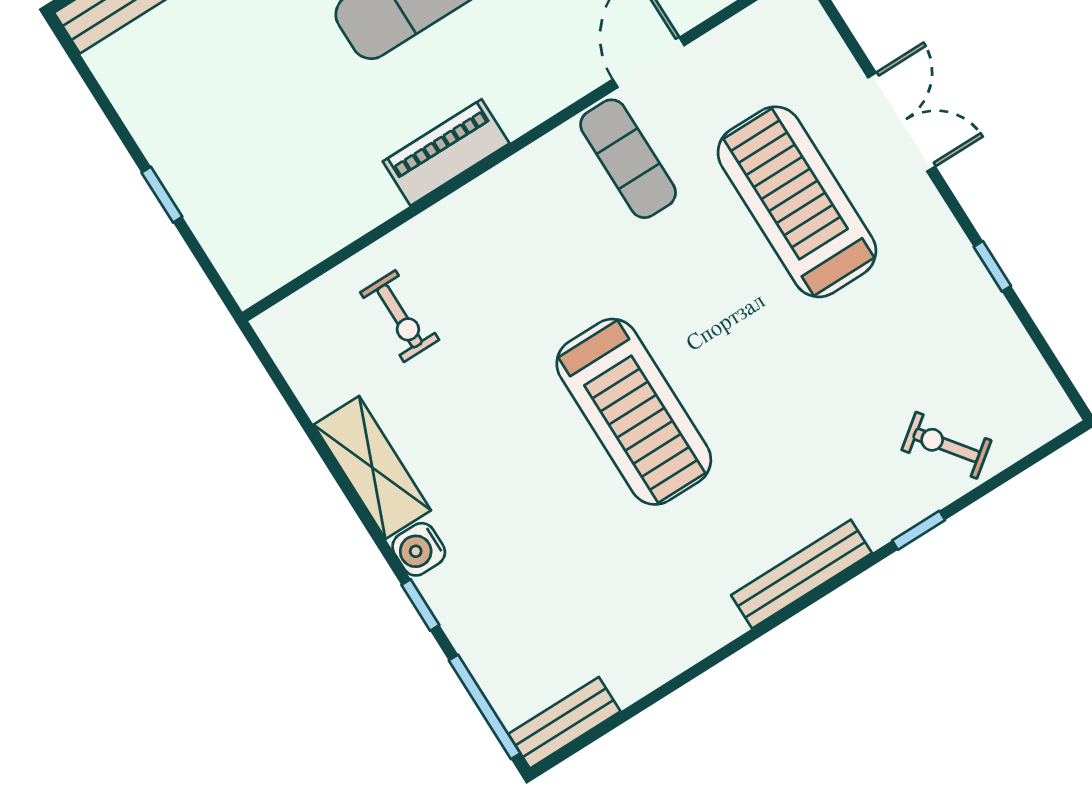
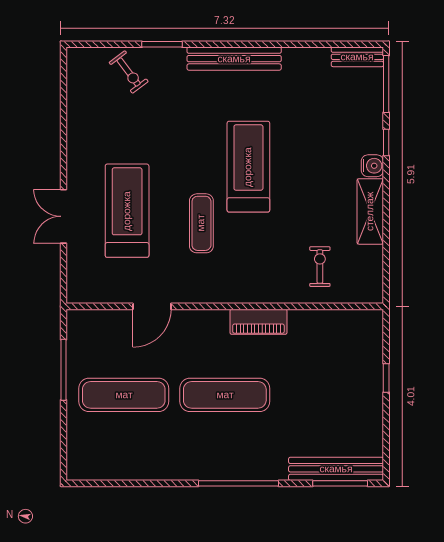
exercise mat: (628, 159) -> (201, 223), moved
treadmill: (797, 202) -> (127, 211), turned 180
window: (992, 266) -> (63, 134), removed
window: (919, 530) -> (162, 44), width x1.50
bench: (802, 574) -> (234, 59), width x1.37, depth x1.21

